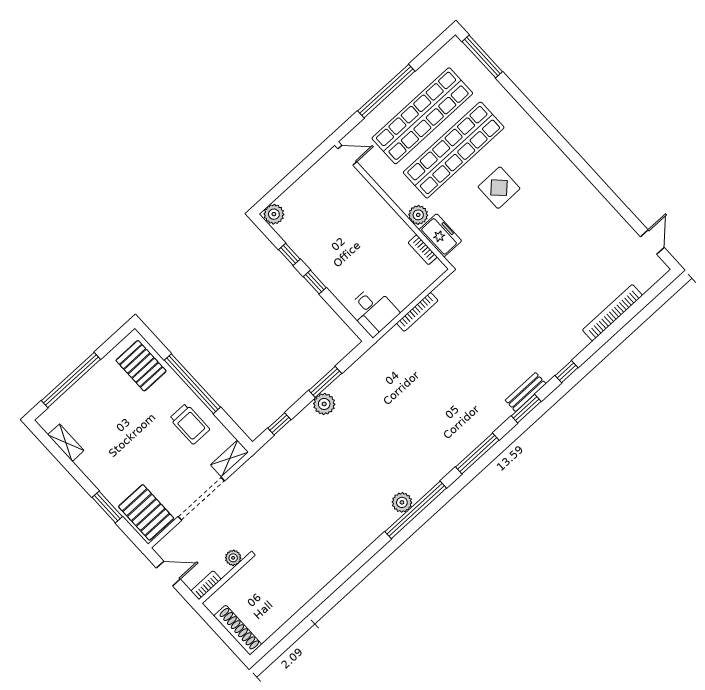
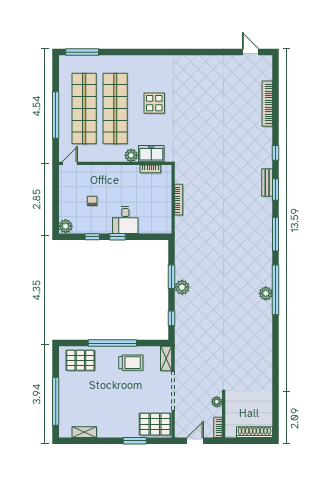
chair: (329, 218) -> (92, 201), added
desk: (373, 311) -> (125, 220), moved, turned 90

